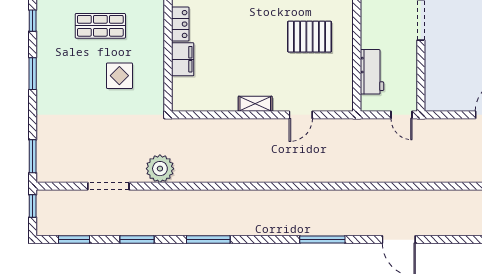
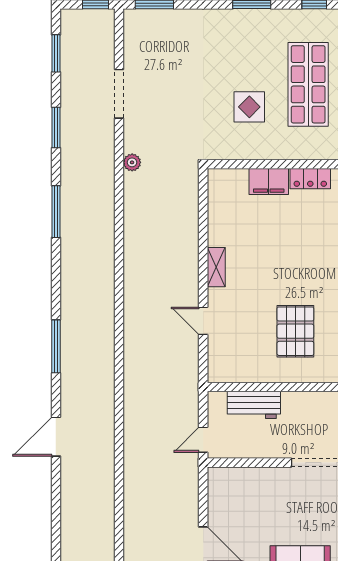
shop shelf: (100, 26) -> (308, 84), width x1.43, depth x1.36
plant: (160, 169) -> (132, 162), width x0.53, depth x0.53

